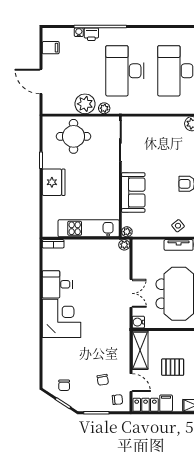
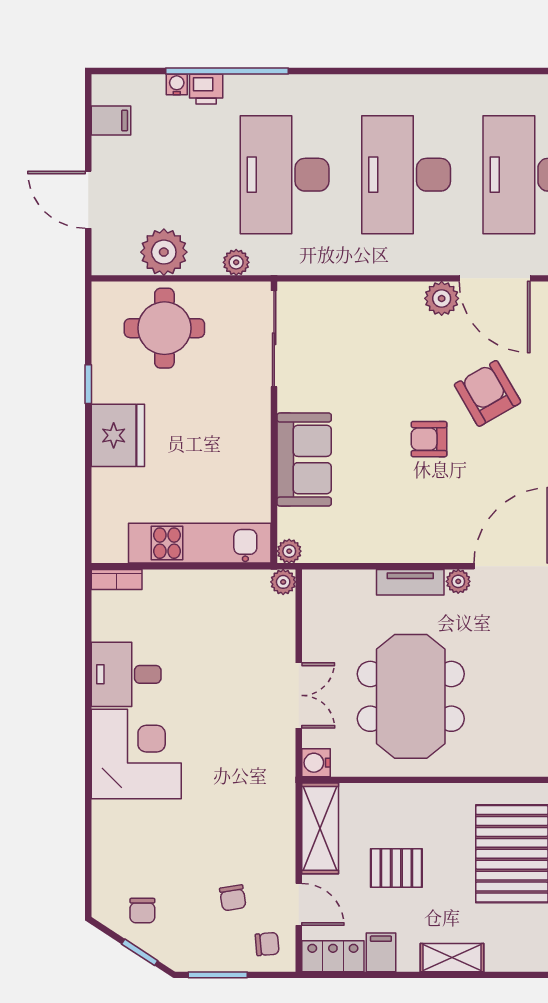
plant: (85, 104) -> (164, 252), moved
side table: (178, 226) -> (409, 537), removed

